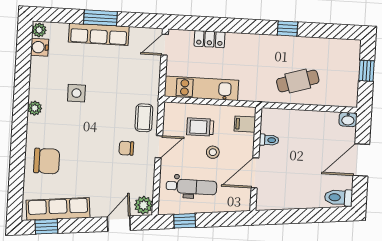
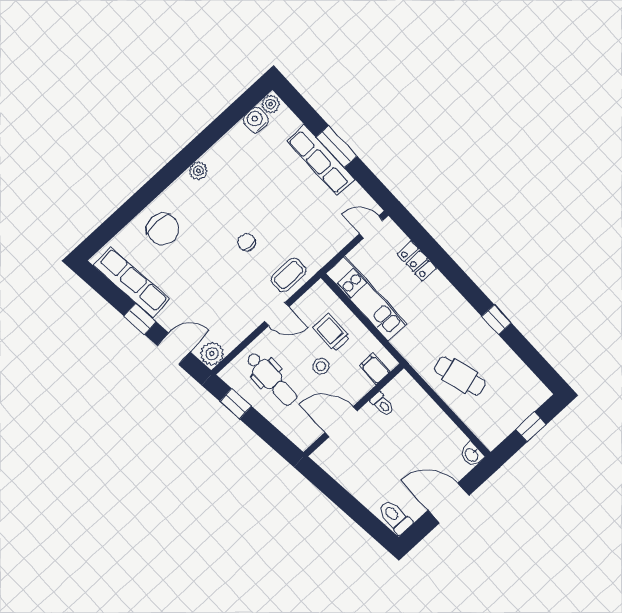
side table: (76, 93) -> (249, 194), removed
chair: (126, 148) -> (247, 242), moved
window: (46, 227) -> (140, 319), moved

